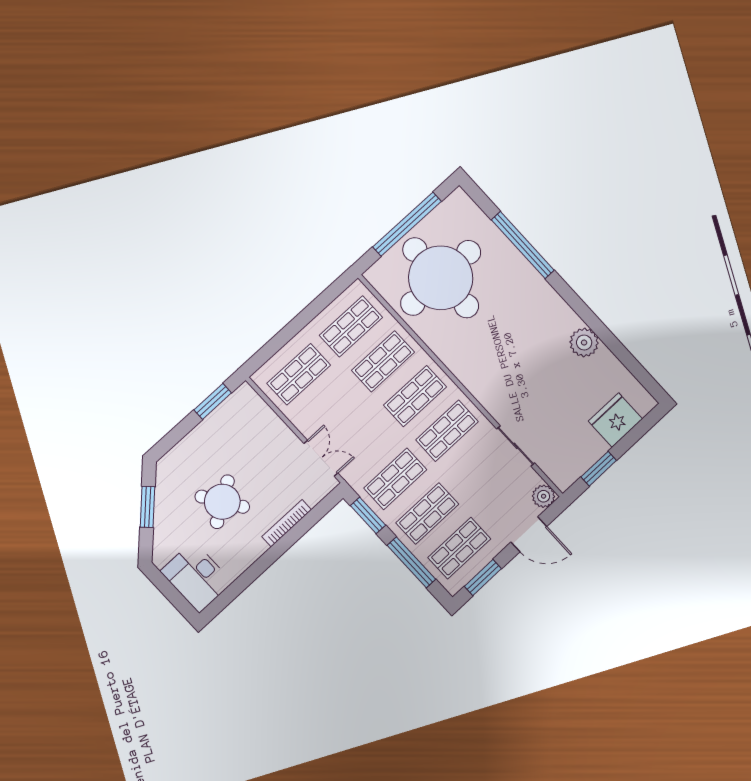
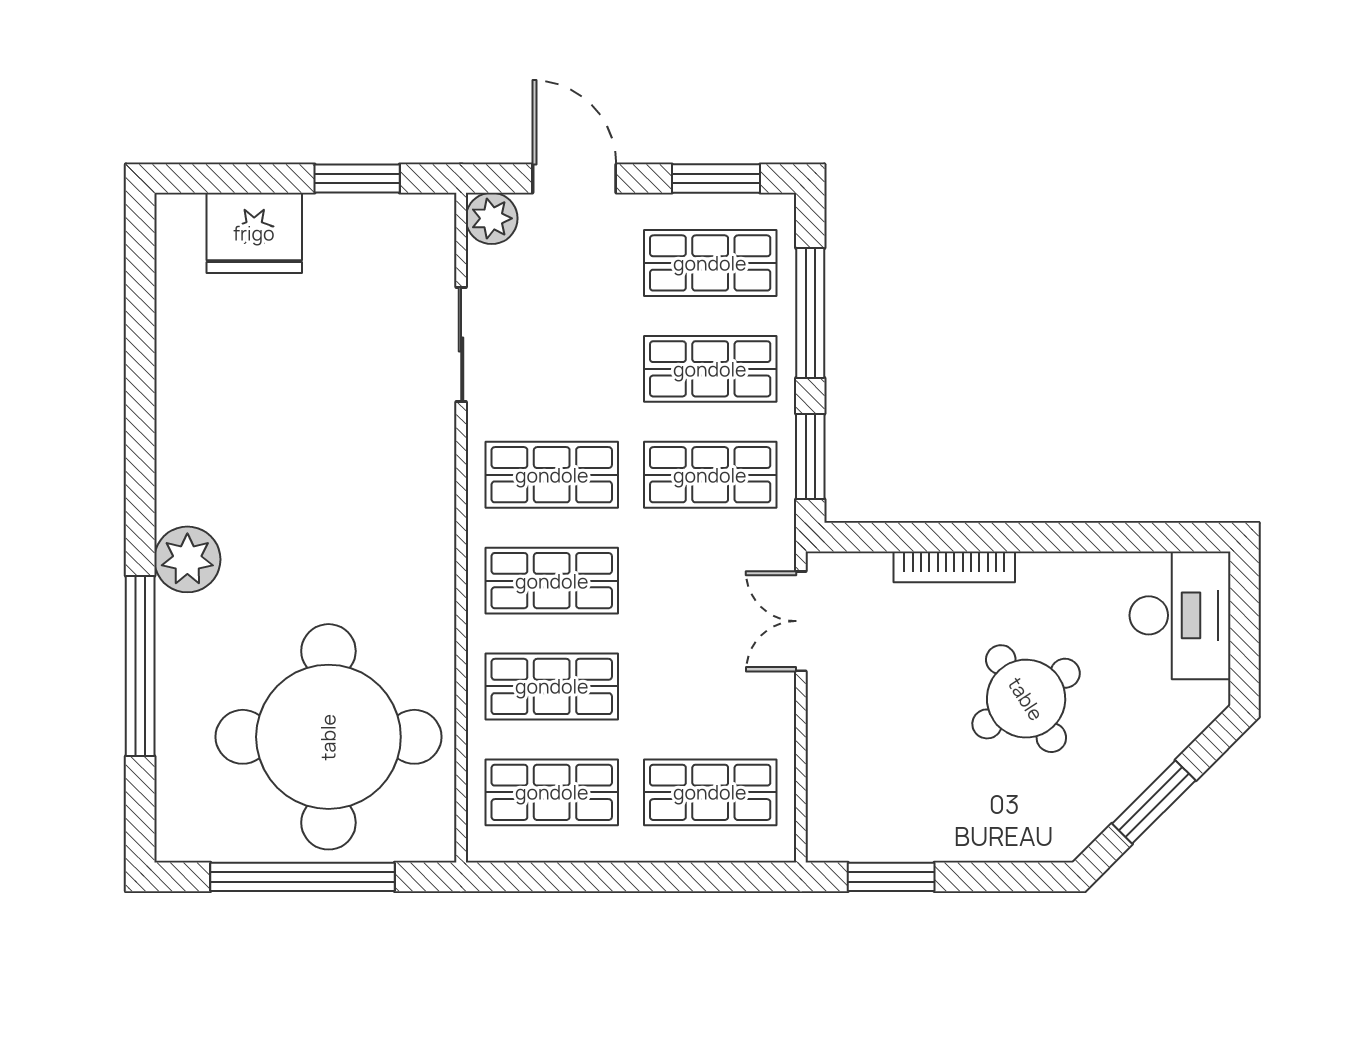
plant: (584, 343) -> (187, 559), moved

